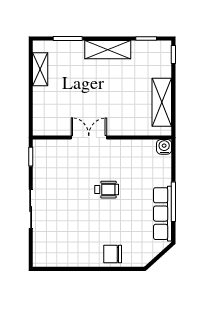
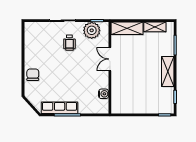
shelving: (162, 102) -> (127, 28), moved
double door: (89, 137) -> (110, 59), swing flipped
water cooler: (164, 147) -> (104, 94), moved
plant: (45, 165) -> (92, 30), added
wheelchair: (107, 190) -> (69, 43), moved

